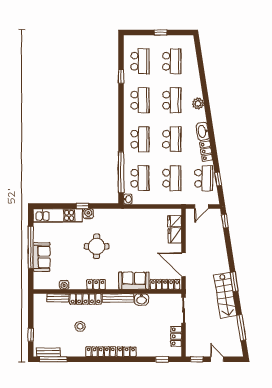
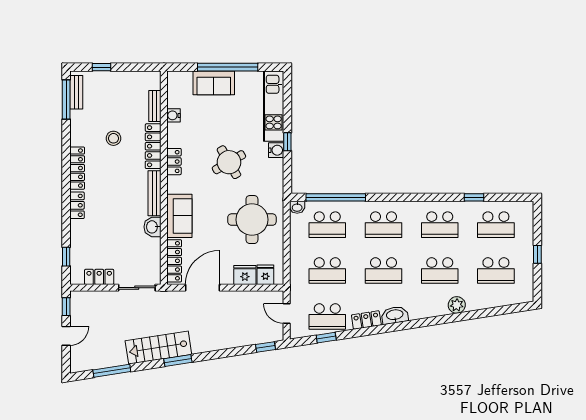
plant: (198, 104) -> (457, 305), moved
round table: (136, 230) -> (252, 220), added
round table: (97, 246) -> (229, 162), turned -30

